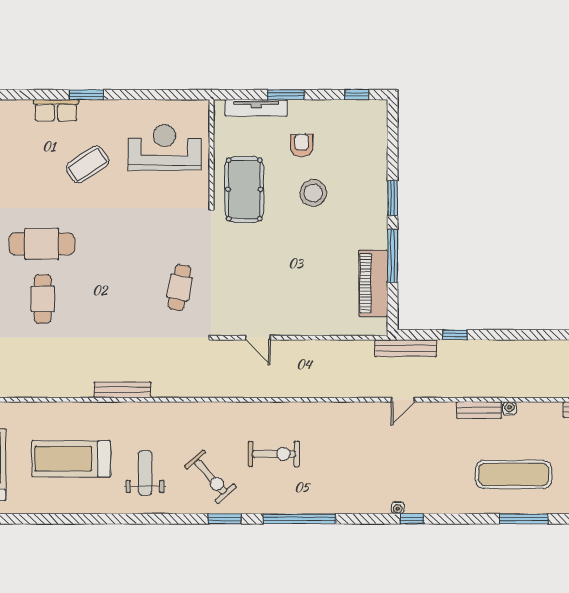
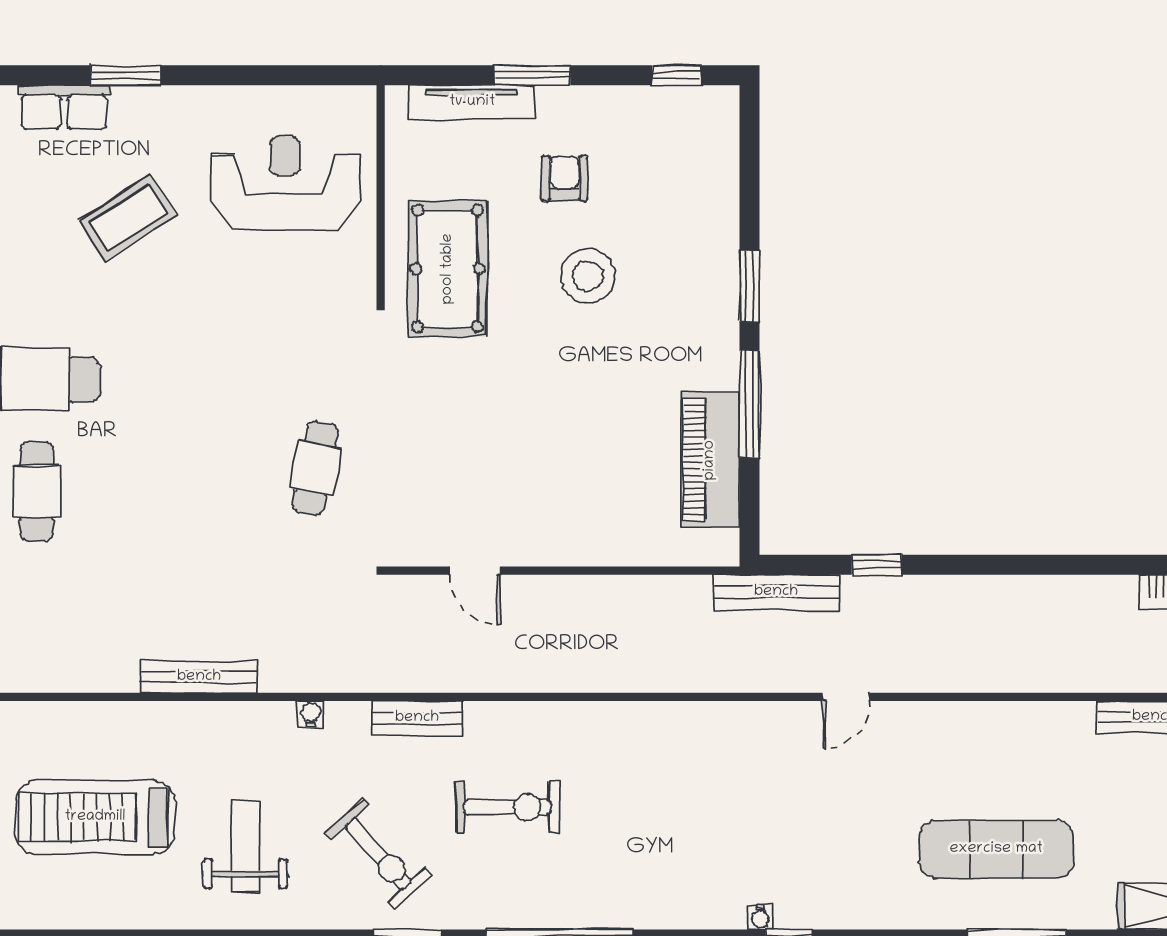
door: (403, 400) -> (846, 697), moved
water cooler: (510, 408) -> (311, 714), moved
bench: (479, 410) -> (417, 718), moved

